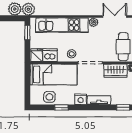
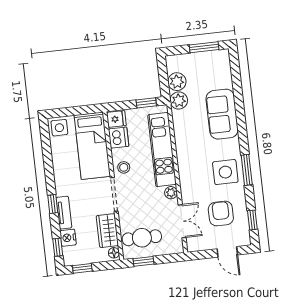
side table: (49, 97) -> (59, 128), moved
nightstand: (81, 99) -> (68, 238), moved
window: (61, 107) -> (53, 204), moved

